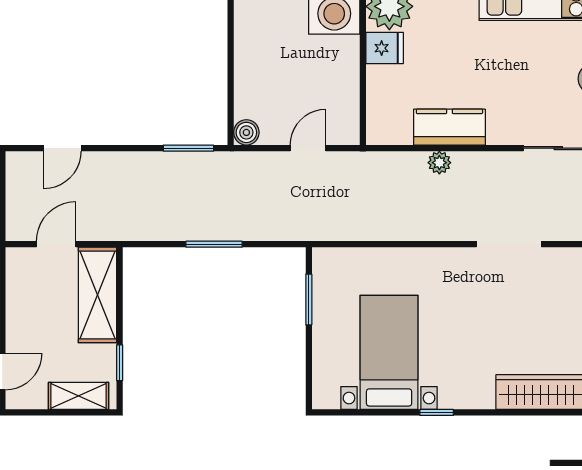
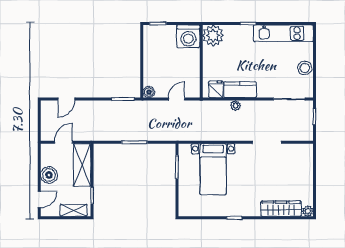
fridge: (385, 48) -> (216, 89), moved, turned -90
boiler: (24, 317) -> (49, 175), added
bed with nightstands: (389, 352) -> (213, 169), moved, turned 180

